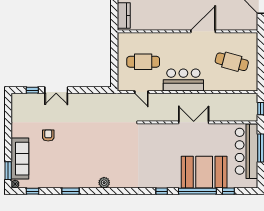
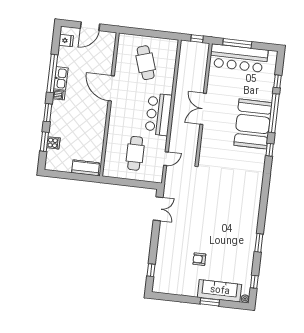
cafe table: (232, 62) -> (146, 63), turned -33
double door: (56, 90) -> (158, 209), moved
window: (8, 171) -> (210, 302), moved
booth: (204, 172) -> (253, 124), moved
plant: (104, 183) -> (254, 207), removed

